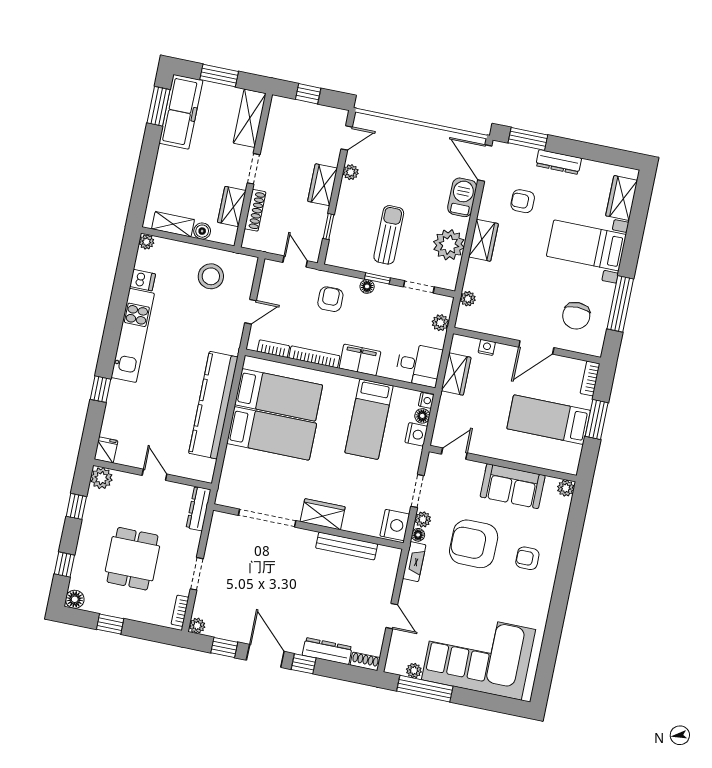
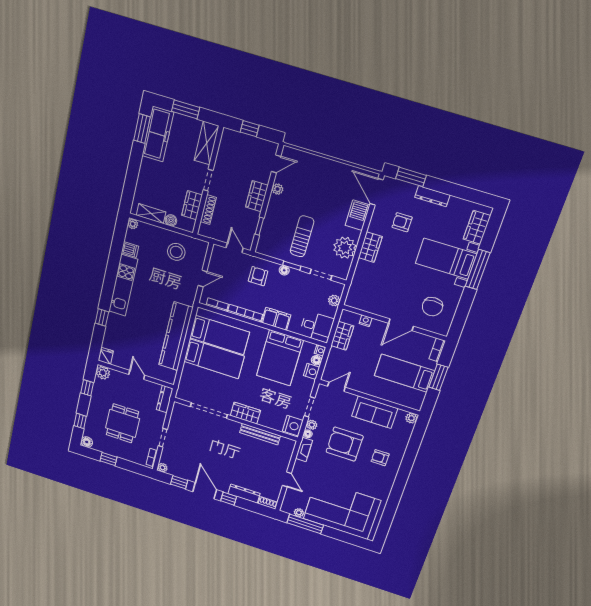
plant: (468, 299) -> (355, 286), removed
window: (620, 304) -> (478, 269), moved
bed: (369, 419) -> (280, 358), width x1.50

